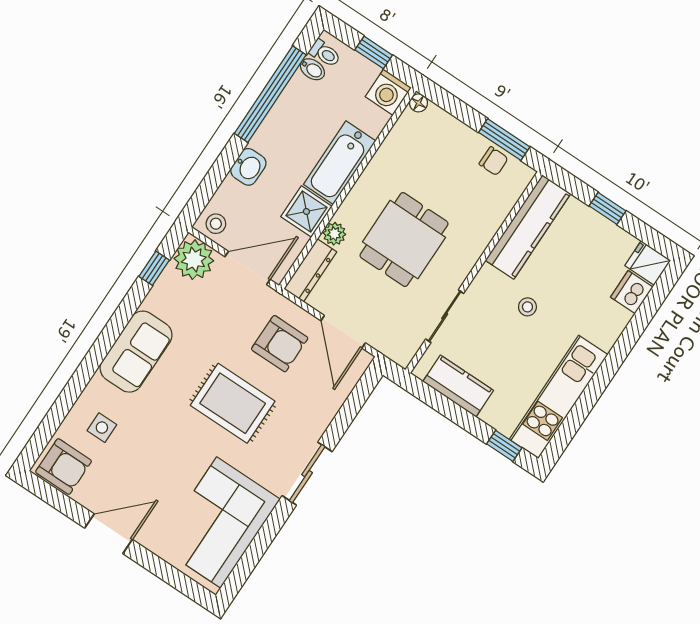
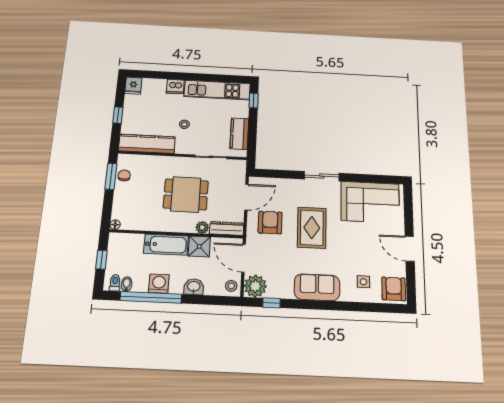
washing machine: (388, 92) -> (159, 284), moved, turned -90
dishwasher: (632, 292) -> (175, 87), moved

